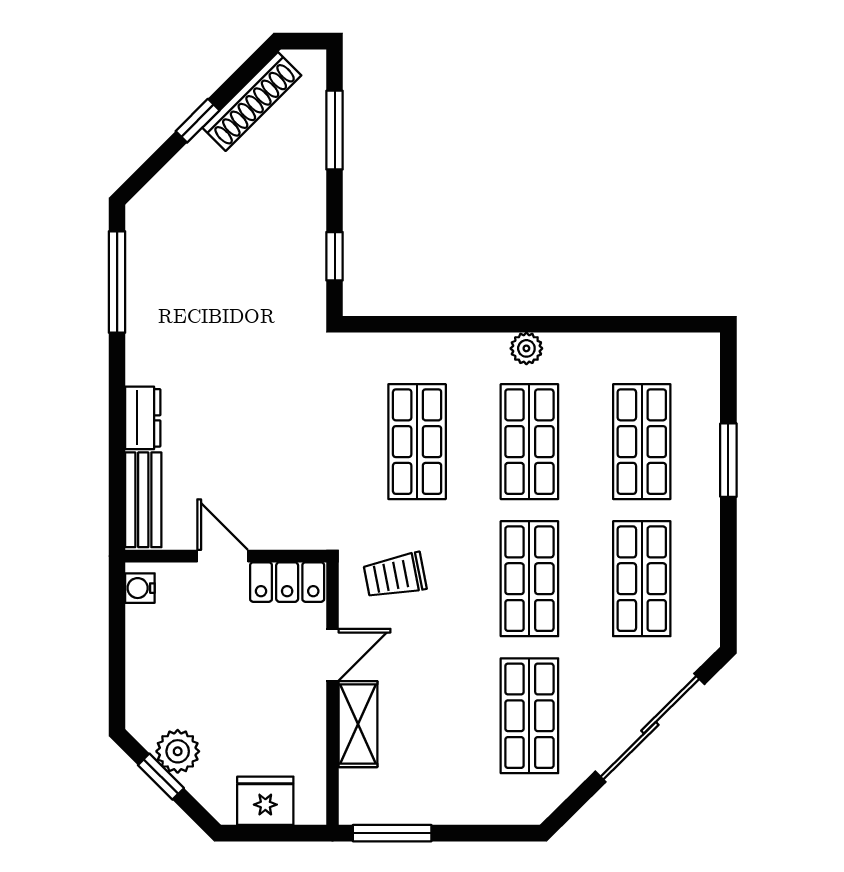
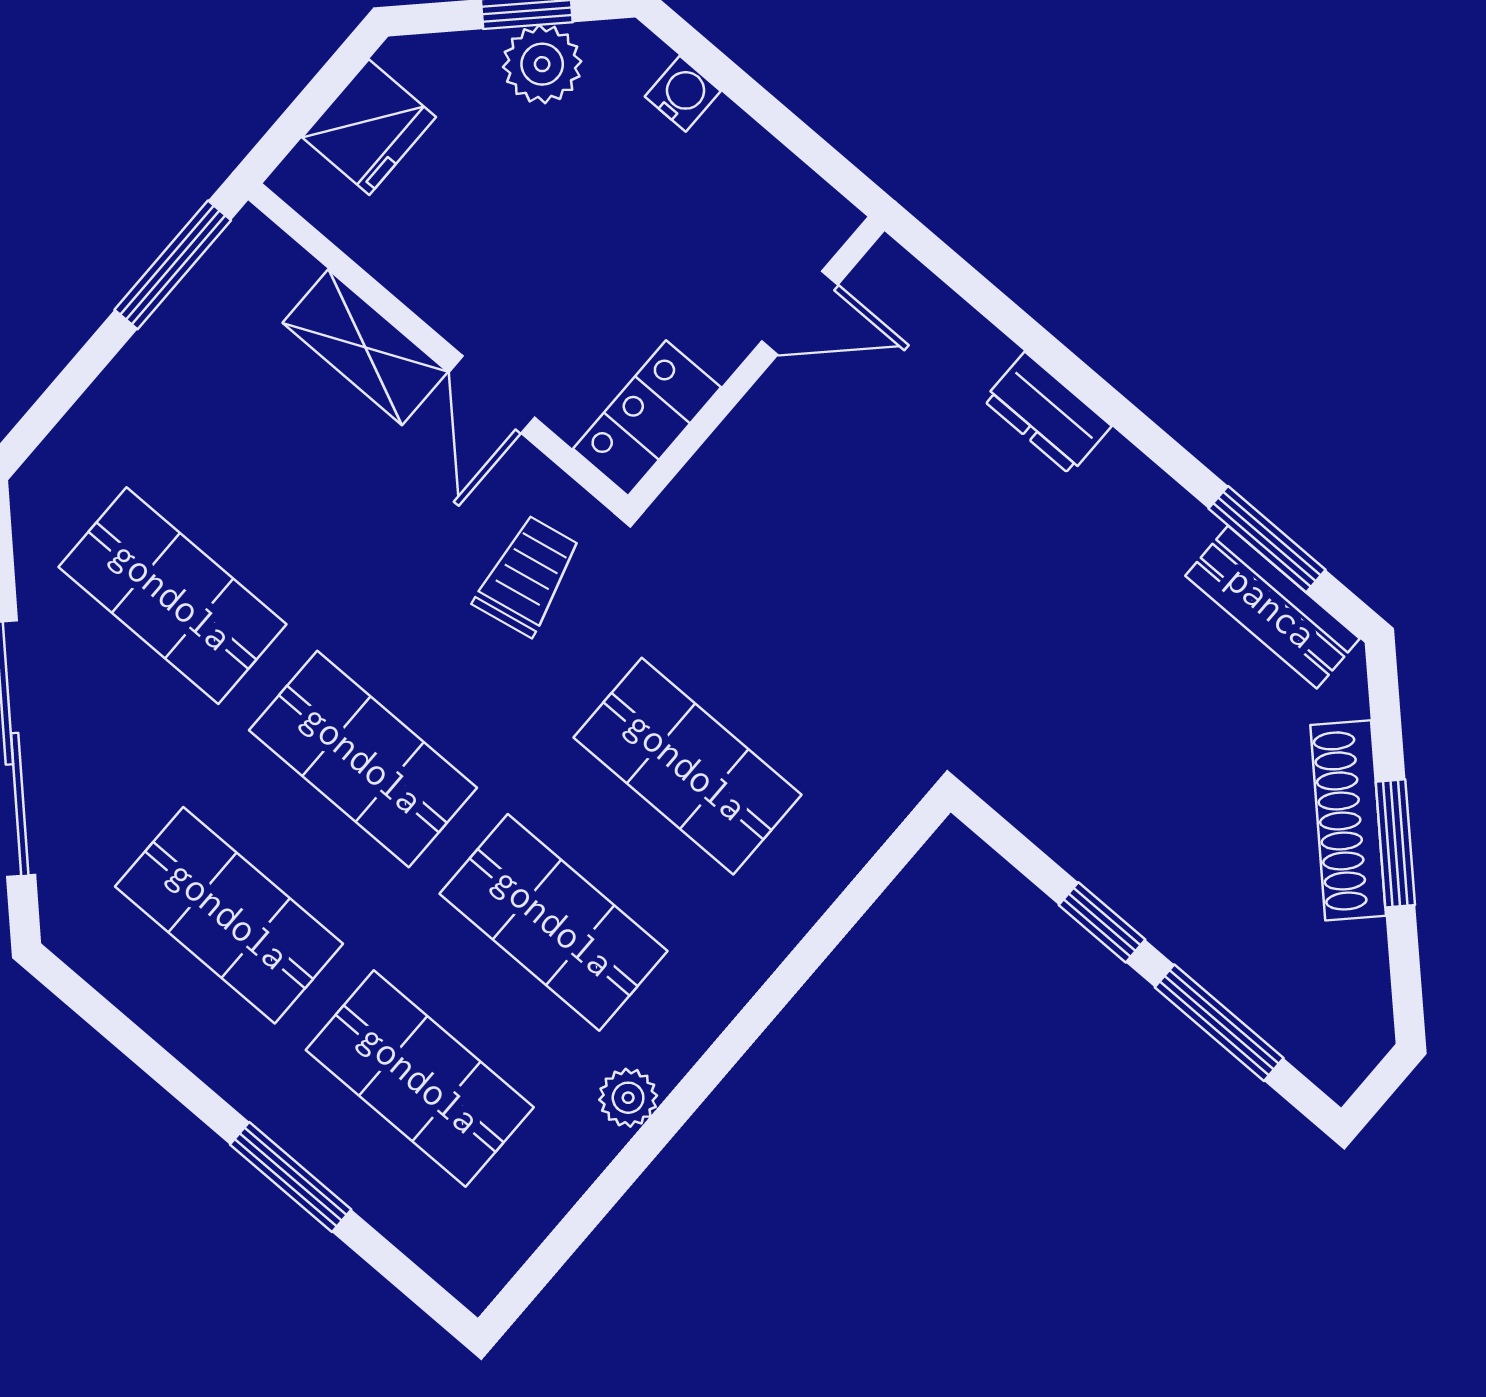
shoe rack: (252, 101) -> (1348, 820), moved
window: (198, 121) -> (1395, 843), width x1.50
window: (335, 256) -> (1102, 922), moved
window: (117, 282) -> (1267, 539), width x0.69
plant: (526, 348) -> (628, 1098), moved
bench: (143, 500) -> (1272, 607), moved
door: (223, 556) -> (800, 313), moved
water cooler: (140, 588) -> (683, 94), moved

